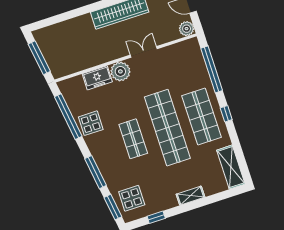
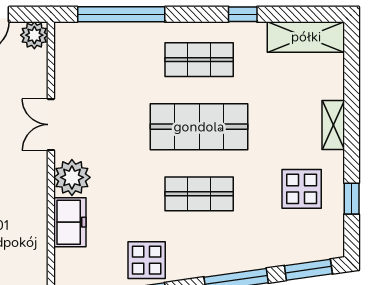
window: (226, 114) -> (243, 14), moved
shop shelf: (201, 117) -> (199, 60), width x0.70, depth x0.74
shop shelf: (167, 128) -> (199, 127), width x0.71
display table: (132, 198) -> (302, 189), moved

